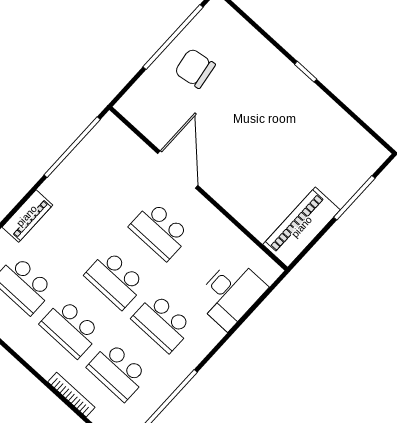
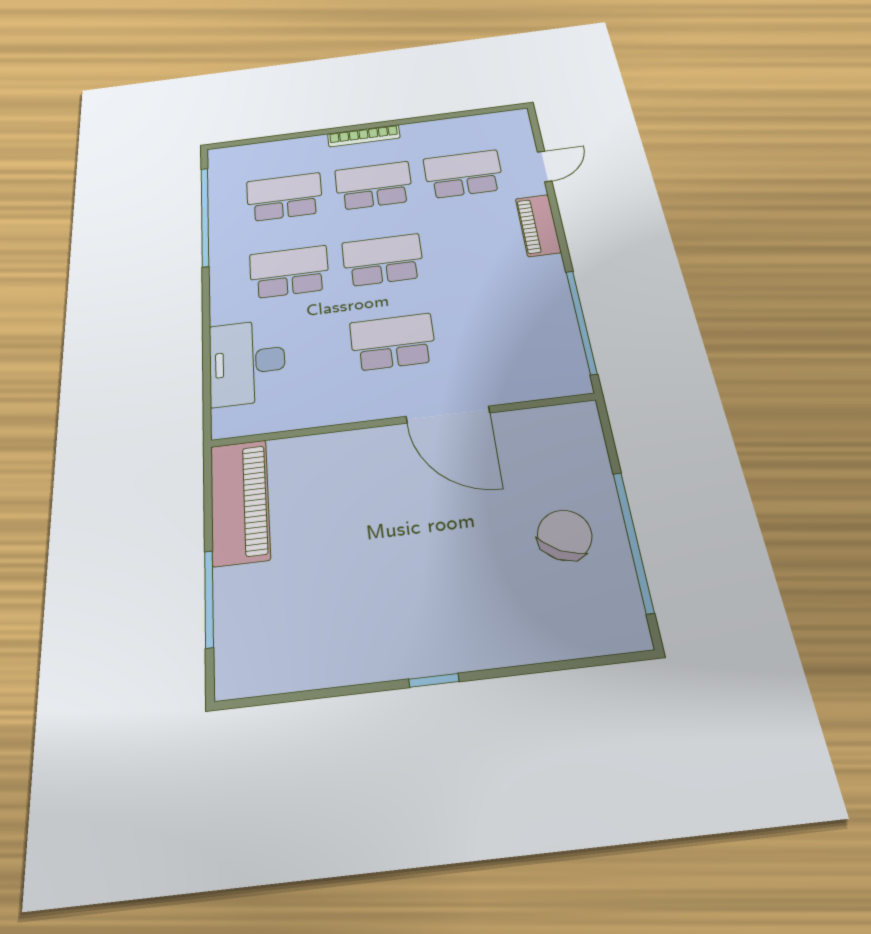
chair: (195, 68) -> (565, 535), turned -55
bookcase: (71, 395) -> (364, 136), moved

